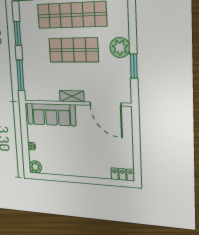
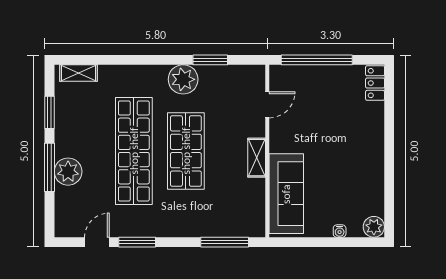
window: (18, 34) -> (137, 242), moved
door: (105, 104) -> (267, 105), width x0.53
window: (136, 138) -> (317, 60), added

